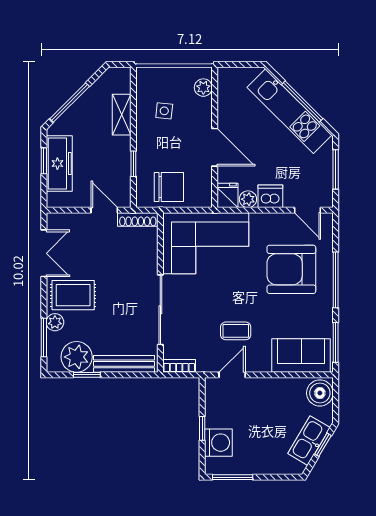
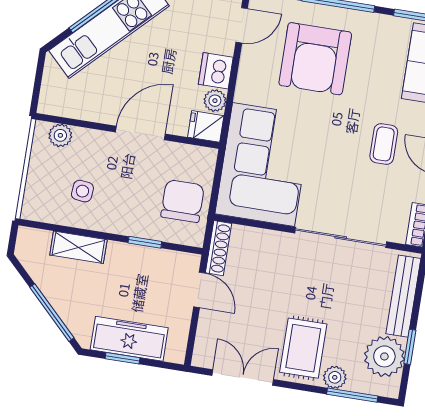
door: (104, 210) -> (199, 290), swing flipped

